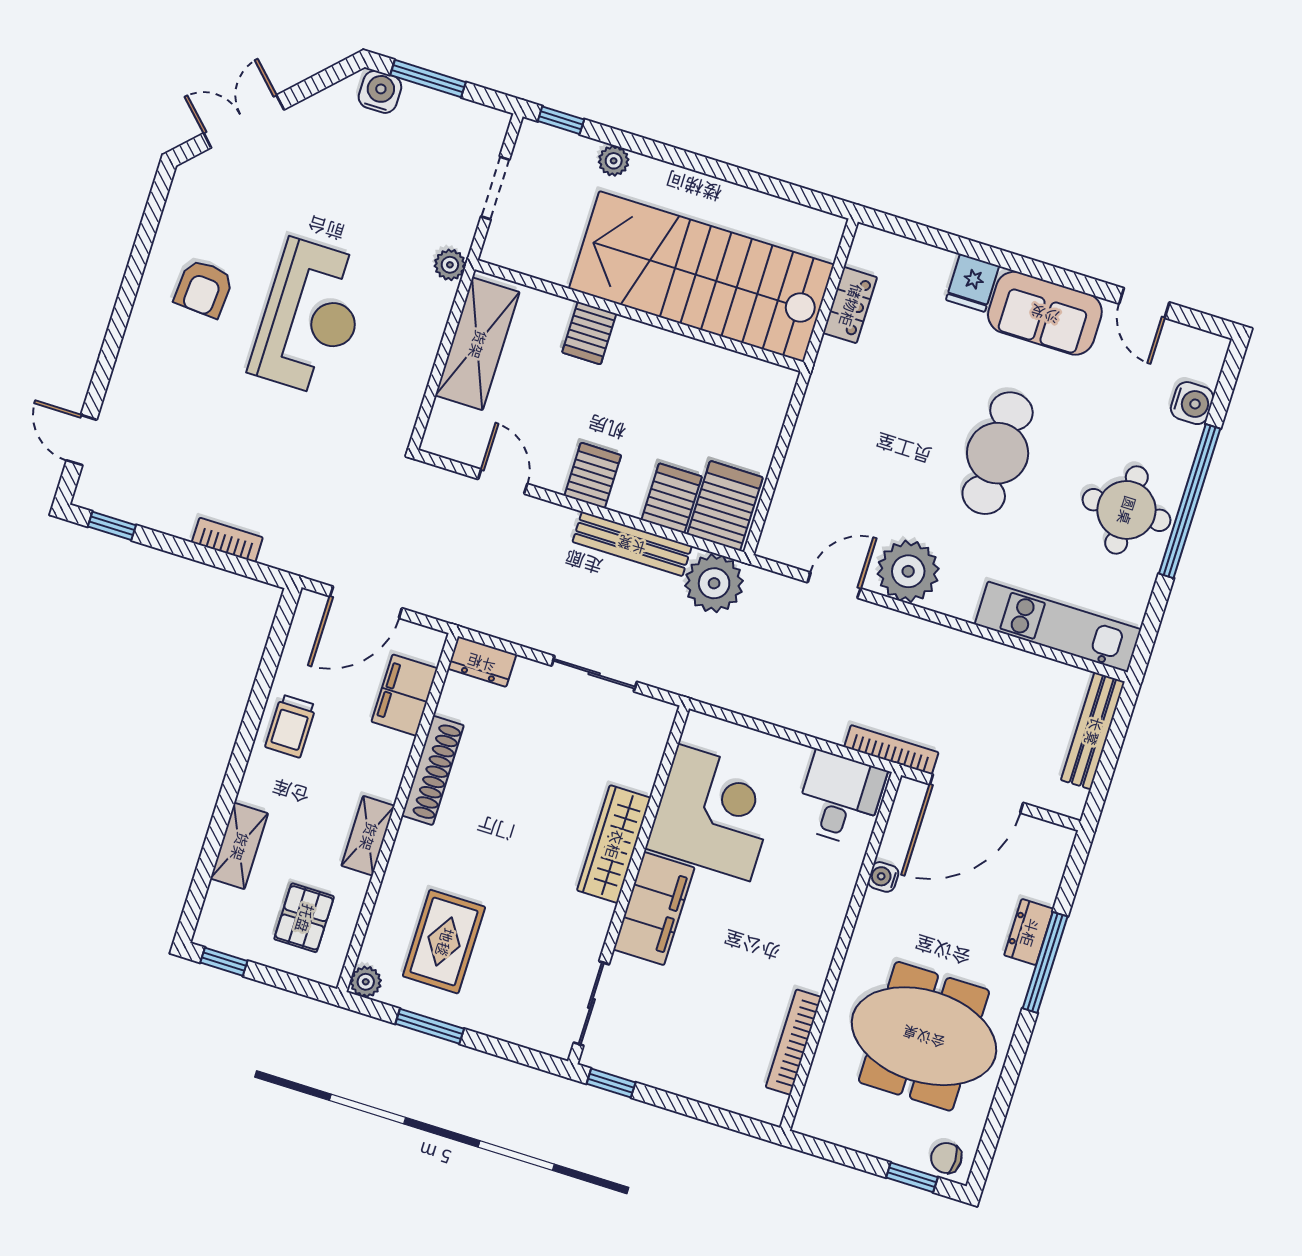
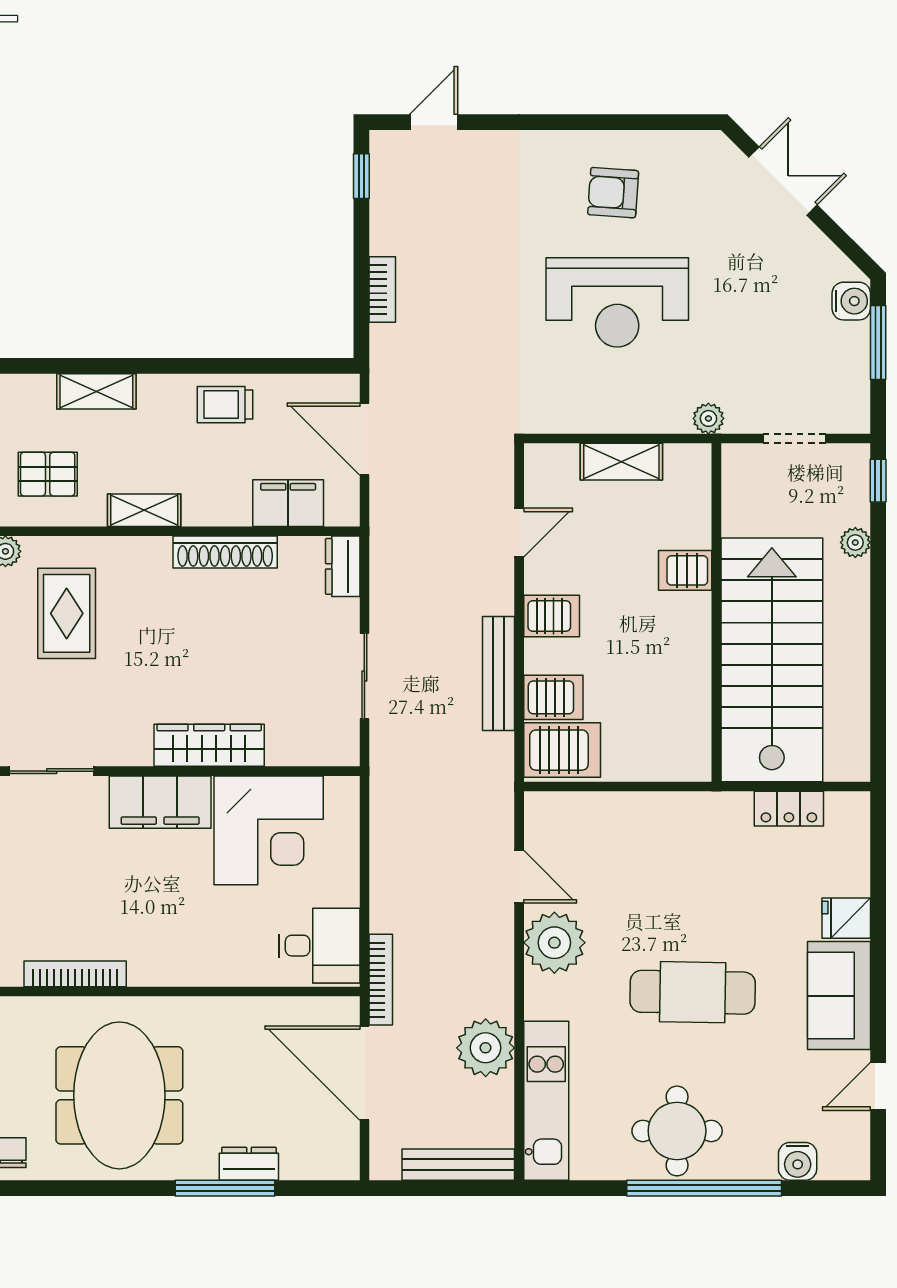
shelving: (477, 344) -> (621, 462), width x0.67, depth x0.75
plant: (714, 583) -> (486, 1048), moved
water cooler: (883, 877) -> (258, 1010), removed
rug: (444, 942) -> (67, 613), turned 90

